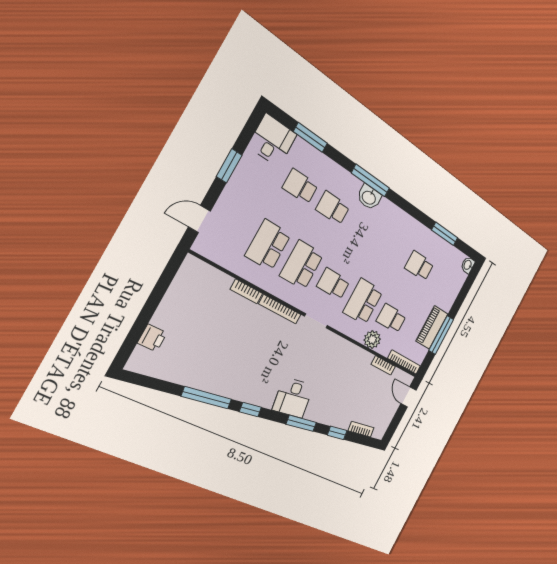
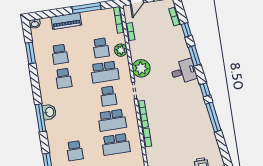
school desk: (333, 208) -> (64, 78), moved
piano: (432, 327) -> (66, 21), moved
plant: (335, 348) -> (141, 68), added

